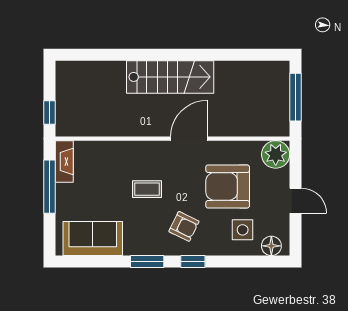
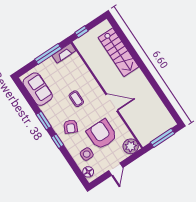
stairs: (170, 77) -> (118, 52), moved

